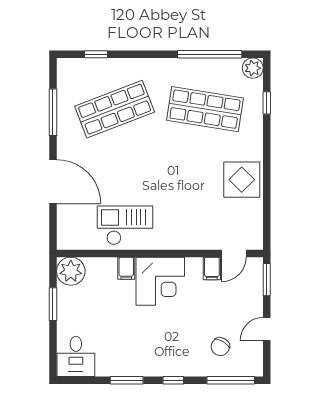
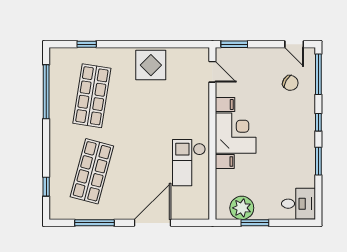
plant: (253, 68) -> (58, 56), removed
shop shelf: (115, 109) -> (92, 171), turned 36
filing cabinet: (212, 268) -> (225, 105), moved
plant: (71, 271) -> (242, 208), moved
door: (267, 329) -> (294, 44), moved

